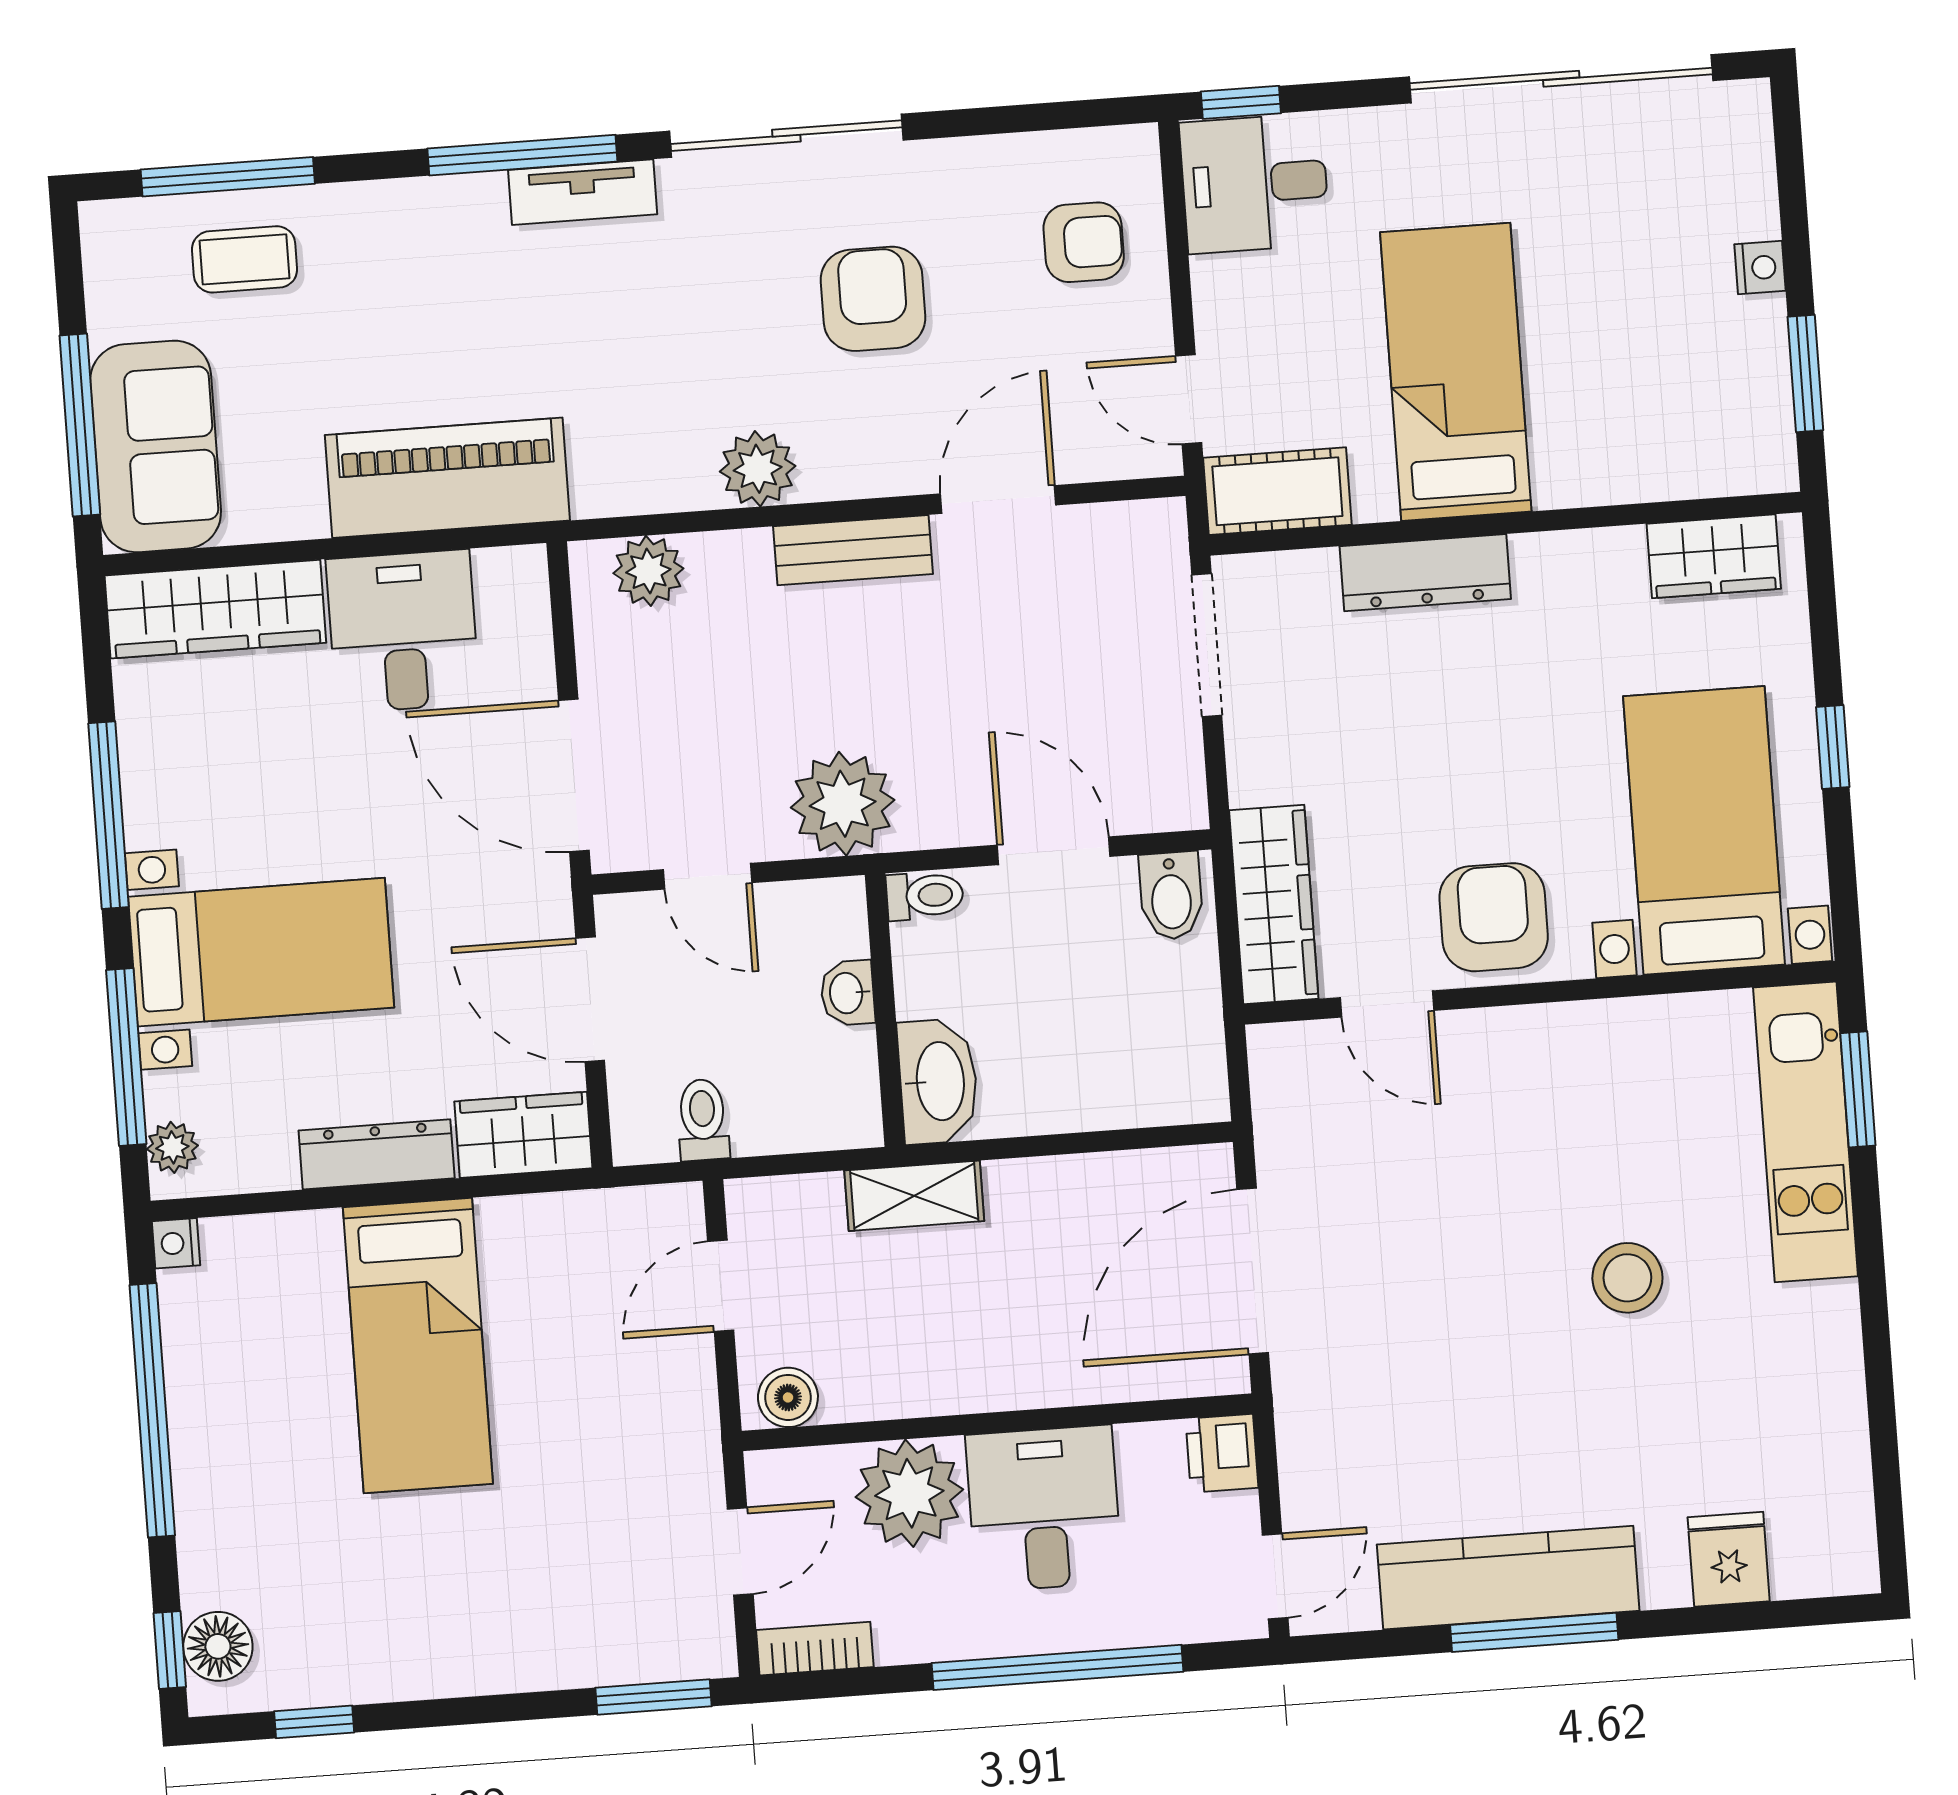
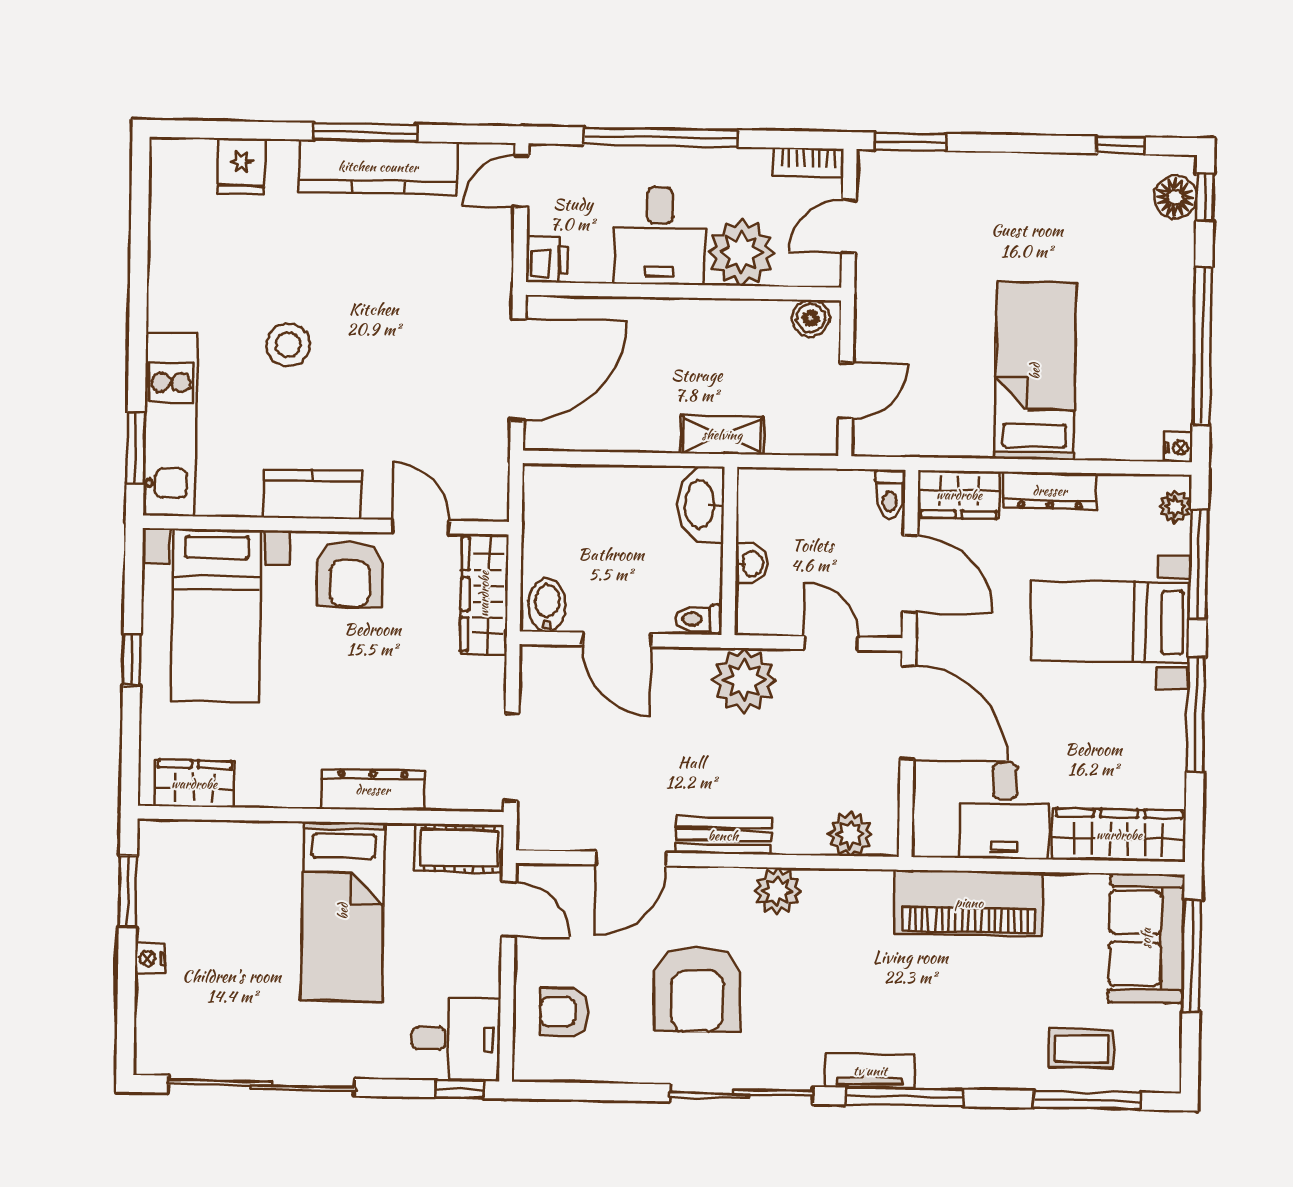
armchair: (873, 299) -> (697, 989), width x1.36, depth x1.36
kitchen counter: (1566, 1041) -> (313, 494), added
toilet: (703, 1120) -> (890, 494), moved

